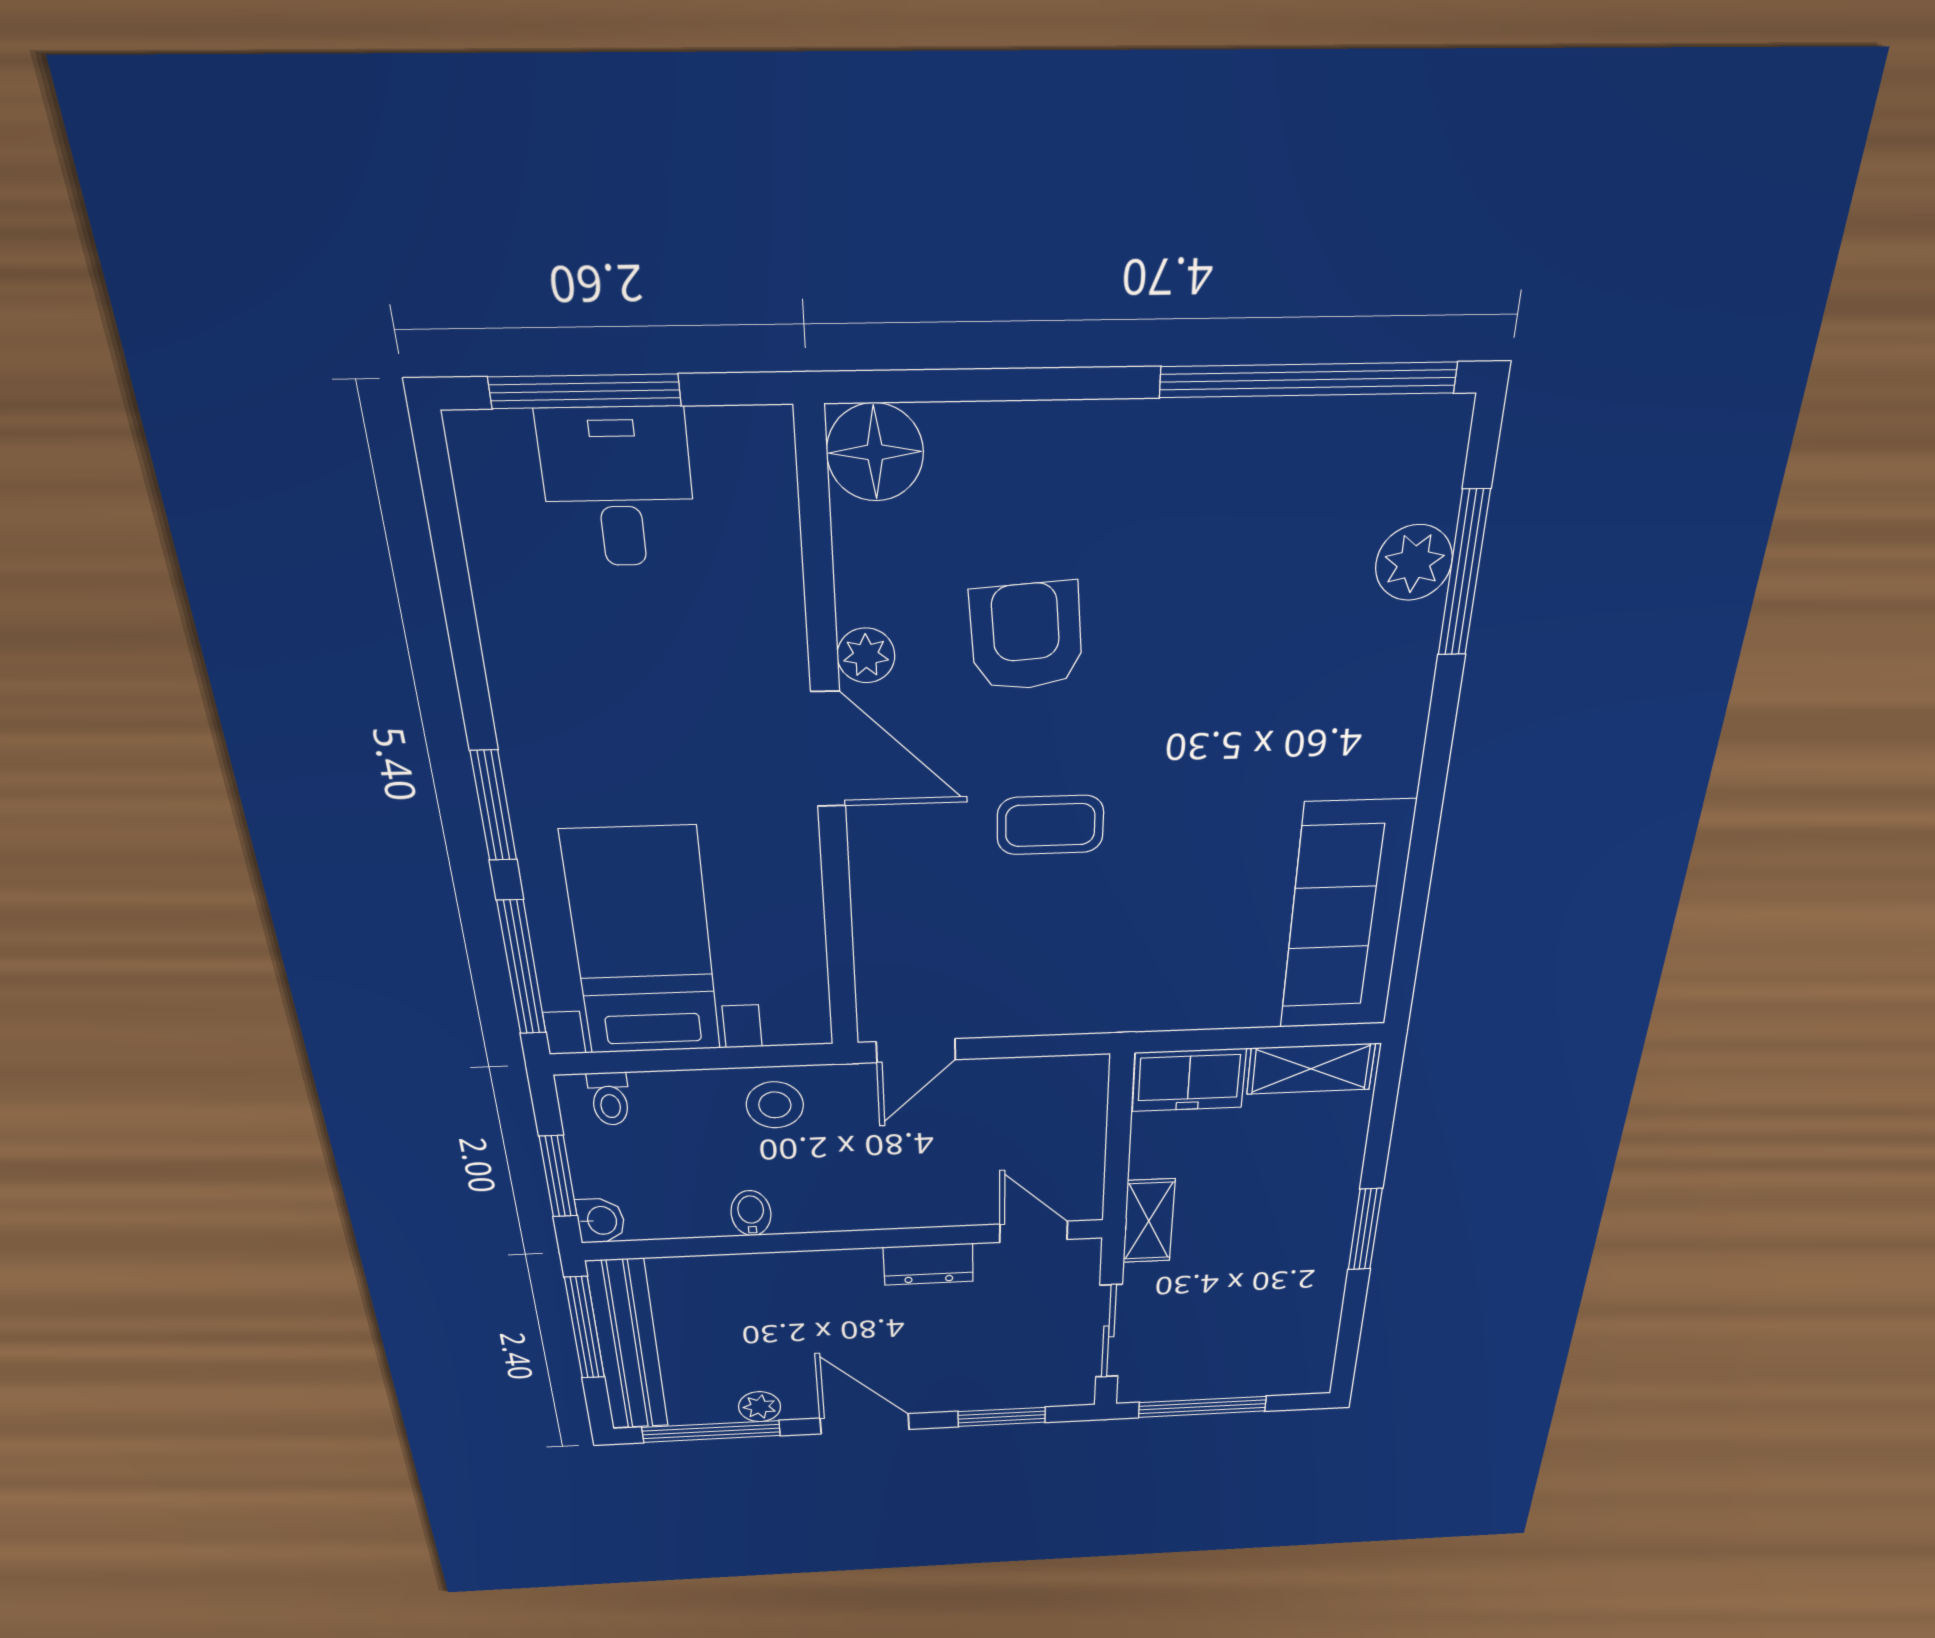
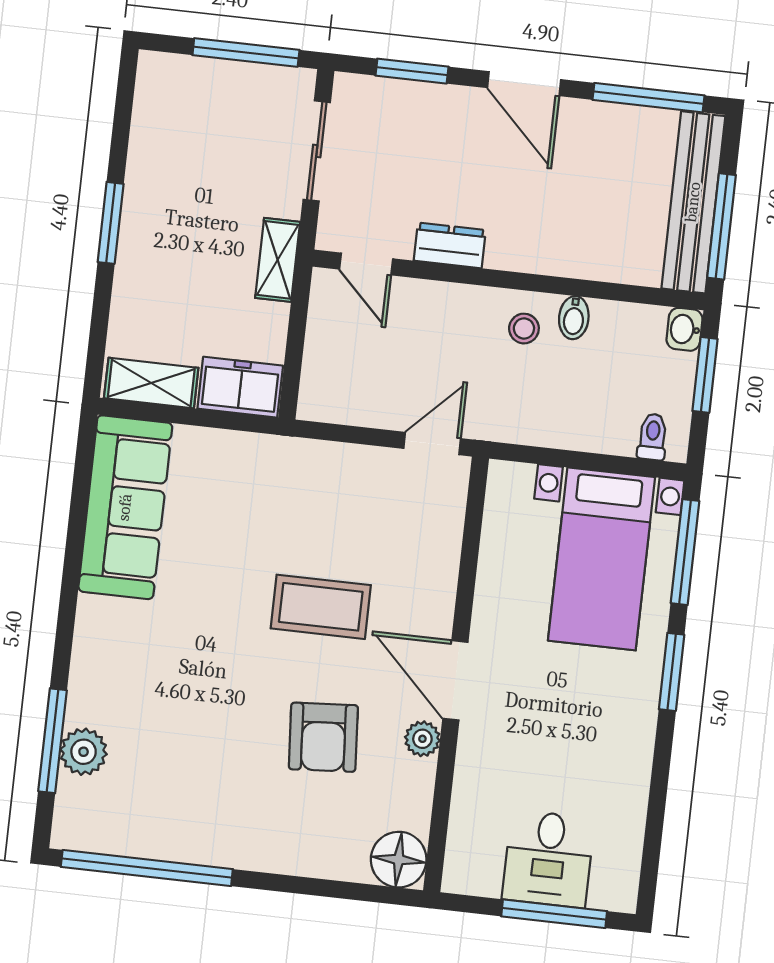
coffee table: (1050, 825) -> (321, 607), width x1.36, depth x1.30
stool: (775, 1105) -> (524, 329), moved, width x0.73, depth x0.73
plant: (760, 1407) -> (605, 118), removed

